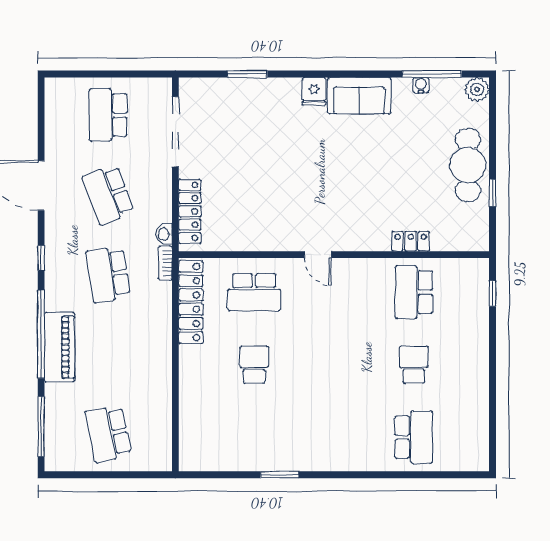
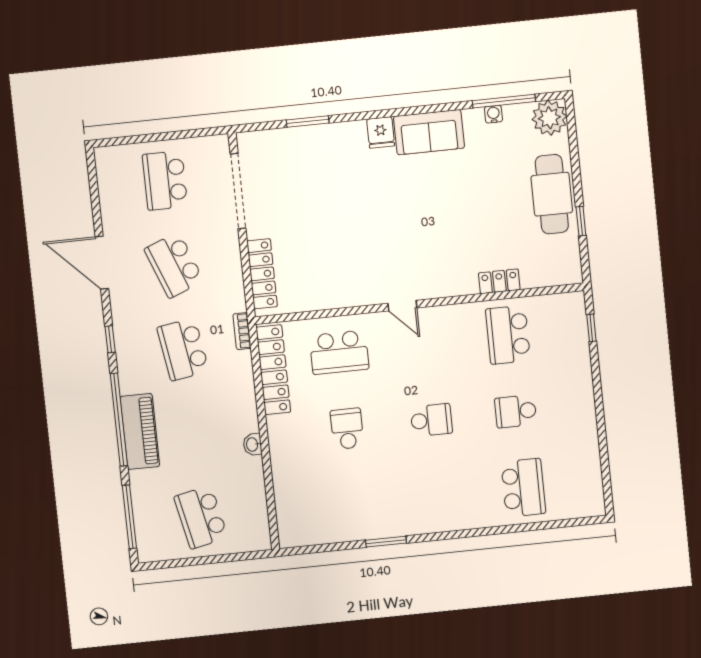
plant: (477, 89) -> (549, 118), width x1.36, depth x1.36
washbasin: (164, 234) -> (253, 444), moved
school desk: (334, 365) -> (431, 420), added
school desk: (414, 365) -> (516, 411), turned -90

